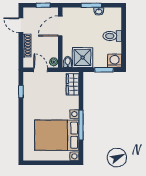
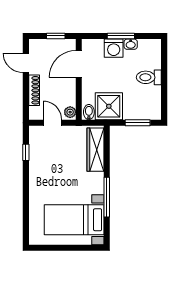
washing machine: (115, 61) -> (114, 48), moved, turned 180
wardrobe: (73, 84) -> (95, 150), width x1.50
bed with nightstands: (57, 135) -> (74, 220), width x0.73

